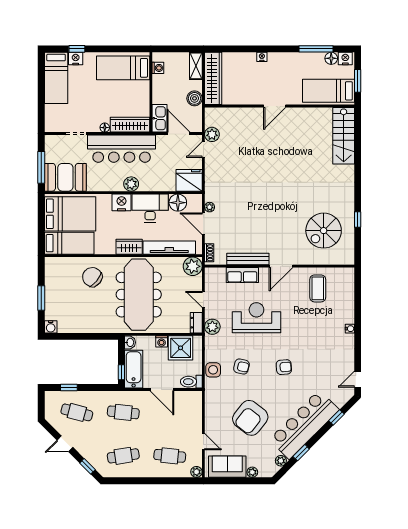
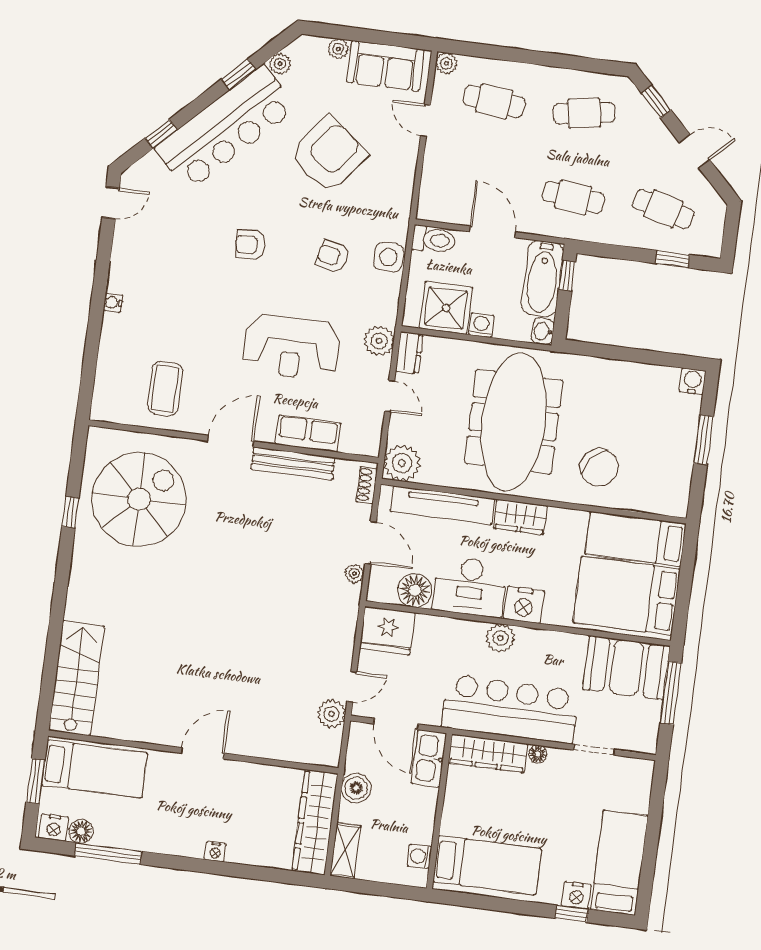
spiral stairs: (324, 231) -> (139, 499), width x1.37, depth x1.37

